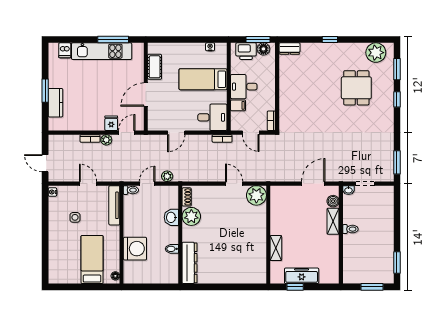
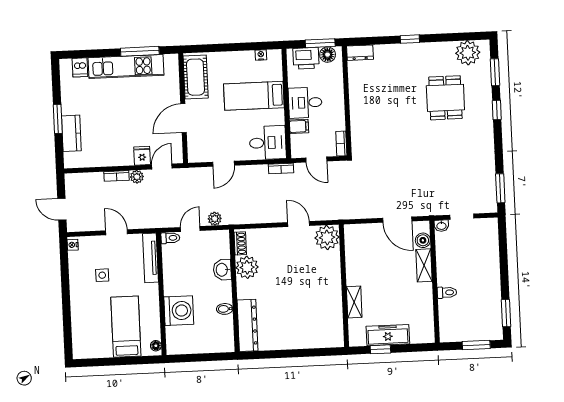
cot: (155, 67) -> (196, 77), width x1.37, depth x1.34
door: (313, 184) -> (397, 220), swing flipped
toilet: (350, 229) -> (447, 292), moved

